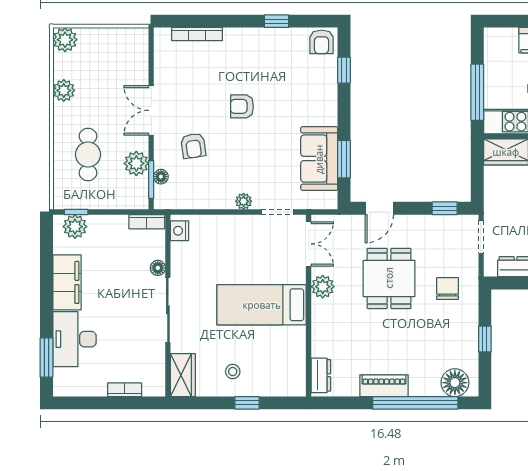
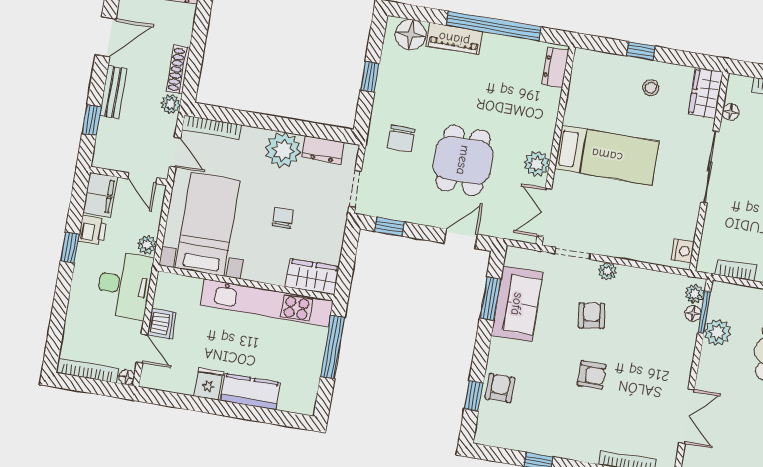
armchair: (321, 42) -> (500, 388), moved
double door: (151, 110) -> (687, 416), moved
armchair: (193, 146) -> (592, 316), moved
plant: (162, 194) -> (695, 294), added
bookcase: (147, 222) -> (736, 270), moved
floor lamp: (158, 268) -> (731, 112), moved
piano: (384, 386) -> (454, 39), moved
window: (415, 403) -> (494, 26), moved

